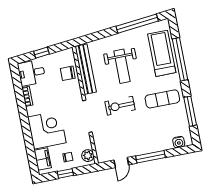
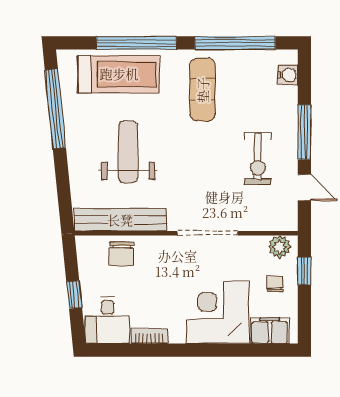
treadmill: (162, 53) -> (119, 74), turned 180
weight bench: (122, 66) -> (128, 152), turned -90
exercise bike: (120, 106) -> (258, 159), moved
window: (190, 111) -> (235, 43), width x1.46
window: (65, 173) -> (304, 271), moved

